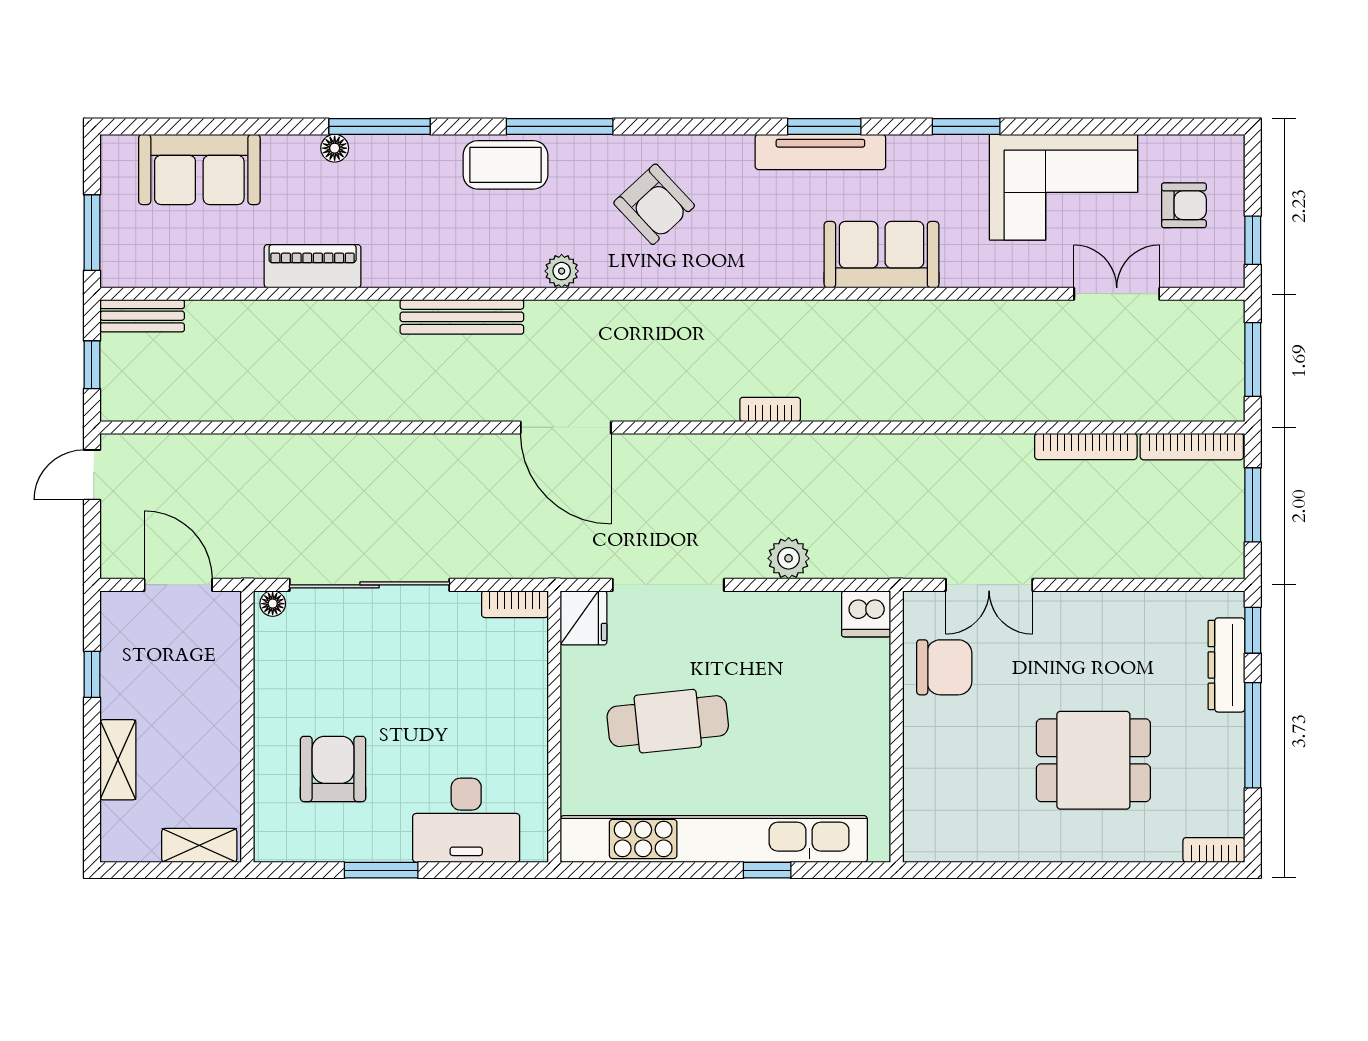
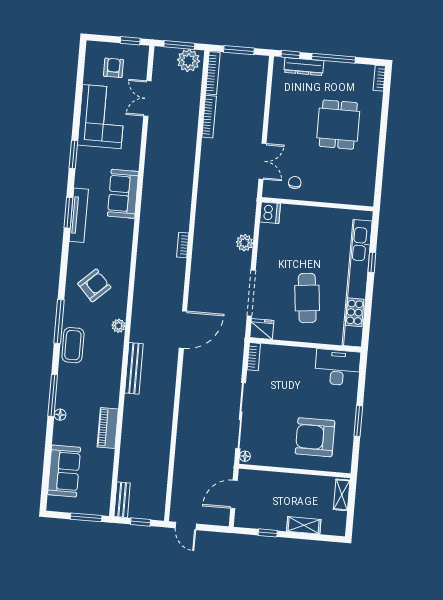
plant: (1217, 385) -> (188, 60), added
chair: (944, 667) -> (295, 183), width x0.54, depth x0.54
armchair: (333, 769) -> (315, 437), width x1.36, depth x1.36
desk: (466, 820) -> (337, 367), moved, turned -90

